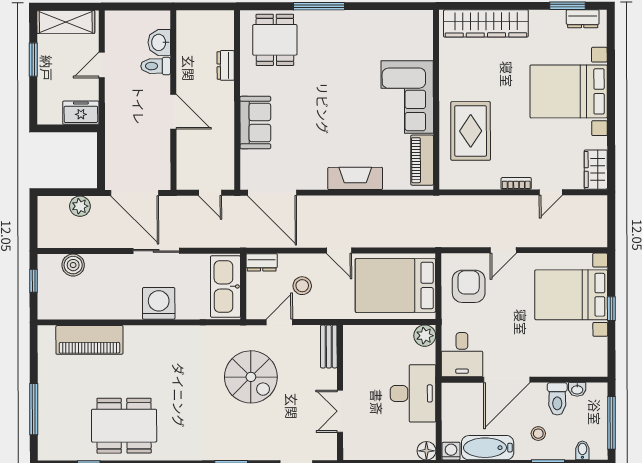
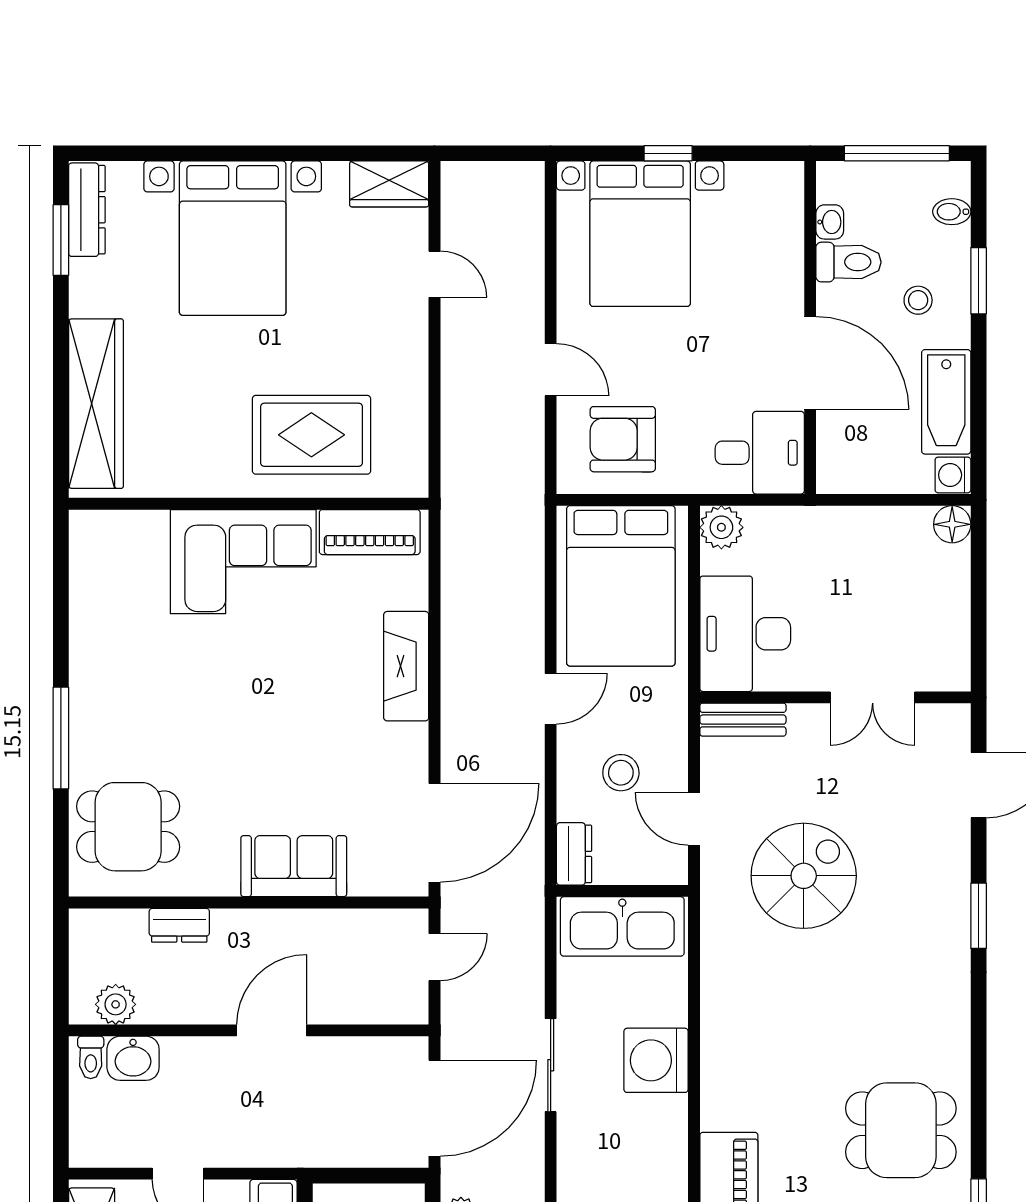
dresser: (583, 19) -> (87, 210), width x1.44
plant: (186, 34) -> (116, 1004), added
toilet: (156, 66) -> (91, 1057), moved, width x0.73, depth x0.72
bookcase: (516, 183) -> (417, 344), removed
desk: (413, 393) -> (745, 634), moved, turned -90
dining table: (124, 426) -> (901, 1130), width x0.73

